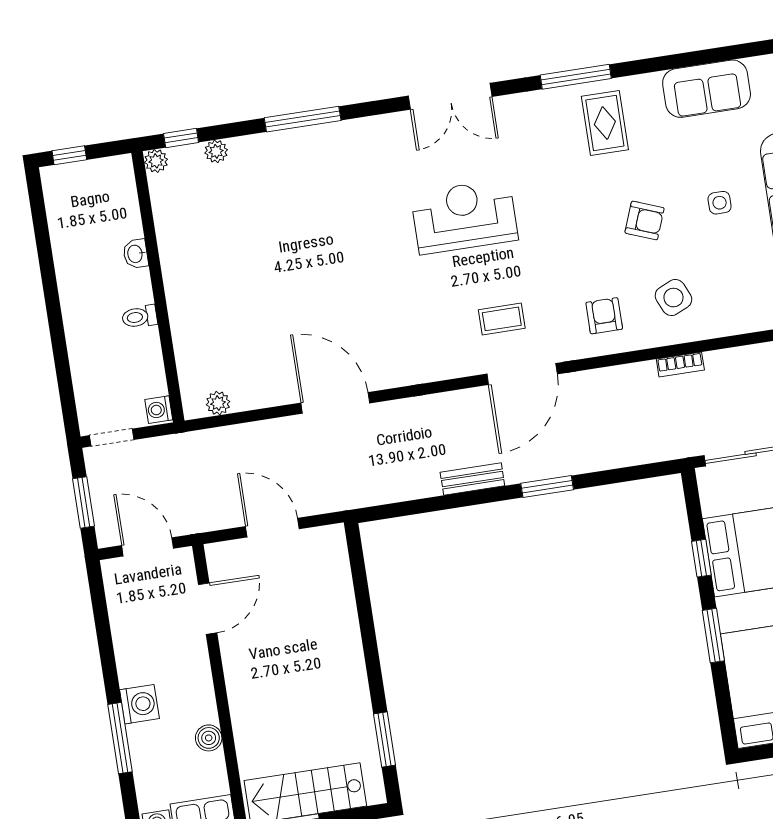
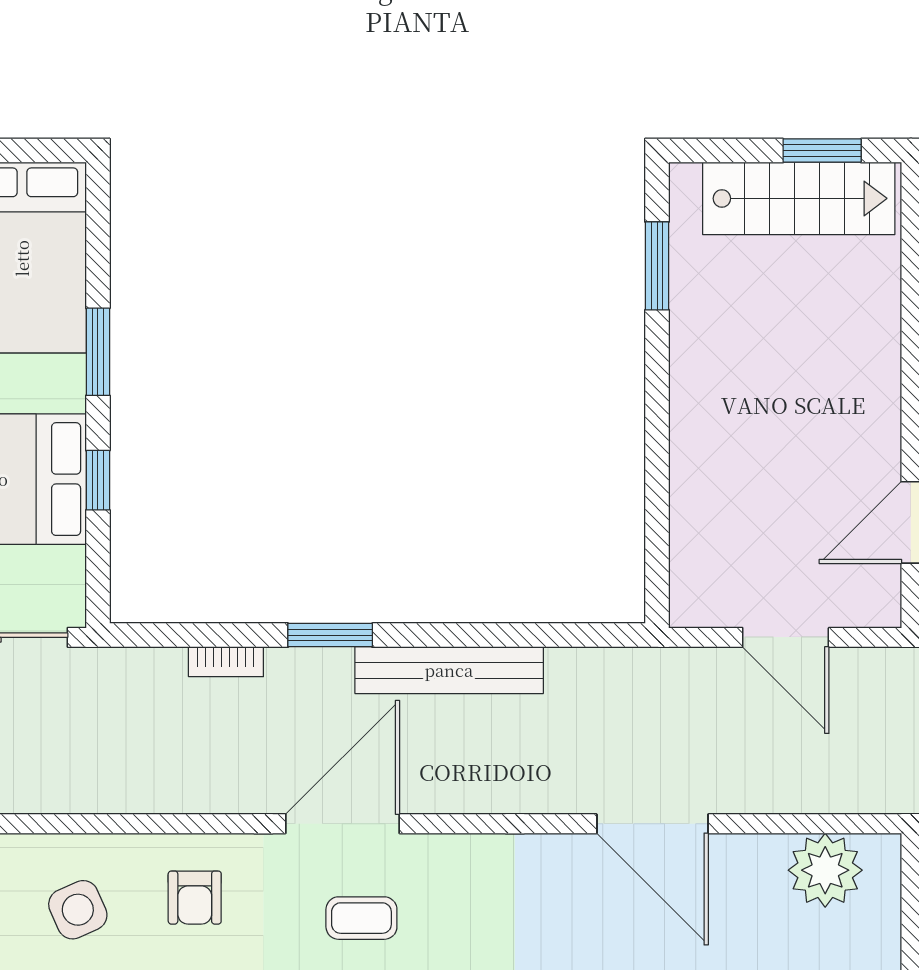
bookcase: (680, 365) -> (226, 662), moved, turned 180
plant: (218, 403) -> (825, 870), width x1.87, depth x1.87
bench: (472, 479) -> (449, 670), width x1.86, depth x1.21

